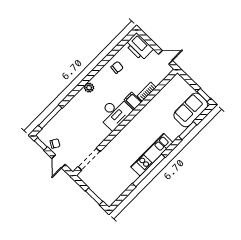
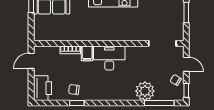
door: (165, 57) -> (31, 61), hinge flipped
window: (106, 60) -> (77, 103), added
plant: (89, 88) -> (145, 91), moved, width x1.87, depth x1.87
door: (59, 161) -> (186, 64), hinge flipped

